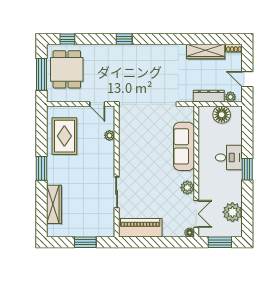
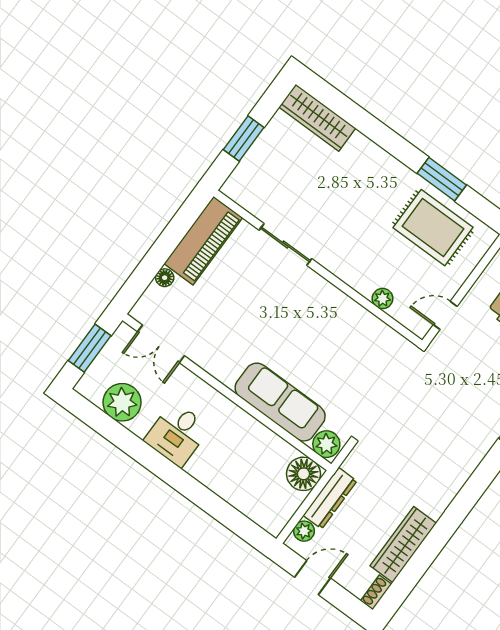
floor lamp: (222, 115) -> (303, 474), moved
desk: (229, 158) -> (177, 434), moved
window: (42, 168) -> (442, 179), moved
window: (247, 169) -> (172, 474), removed
plant: (187, 188) -> (326, 444), moved
wardrobe: (54, 204) -> (317, 118), moved
floor lamp: (190, 233) -> (165, 278), moved

